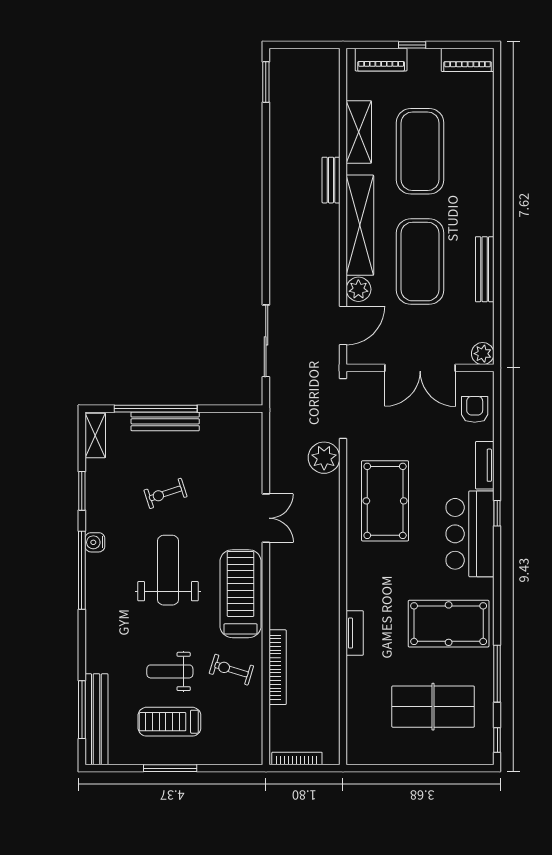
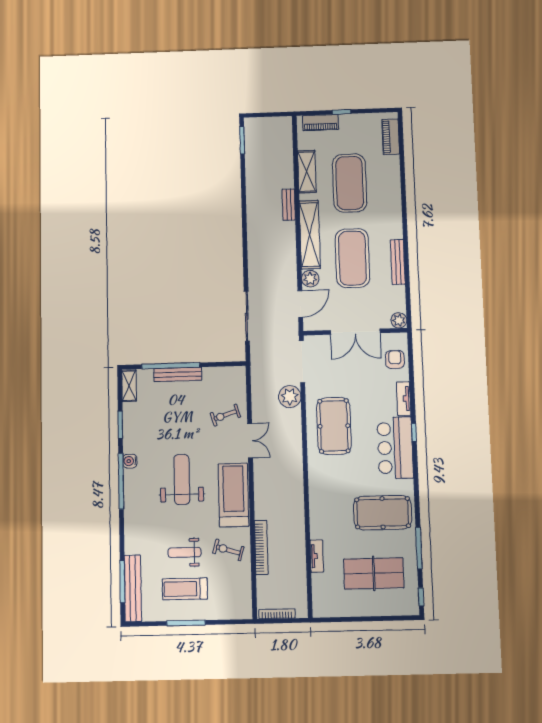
piano: (468, 60) -> (391, 137), moved, turned 90
exercise bike: (165, 493) -> (225, 415), moved
tv unit: (355, 633) -> (317, 556), moved

